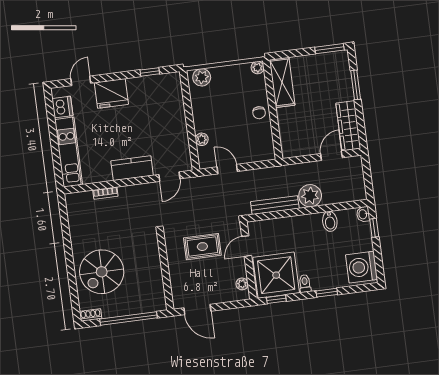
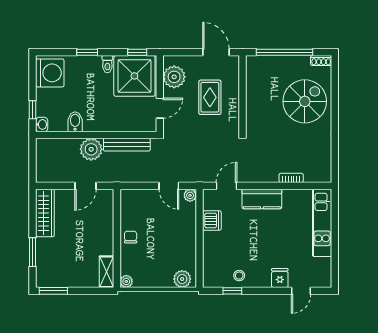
shelving: (282, 82) -> (106, 272), width x0.67, depth x0.75
stool: (145, 88) -> (239, 276), added
fridge: (111, 93) -> (280, 278), width x0.53, depth x0.75
dishwasher: (62, 107) -> (212, 220), moved, turned 180
plant: (202, 139) -> (190, 195), moved
door: (331, 156) -> (85, 186), moved
rug: (202, 247) -> (210, 97), moved, turned 90
plant: (242, 284) -> (174, 77), width x1.87, depth x1.87

